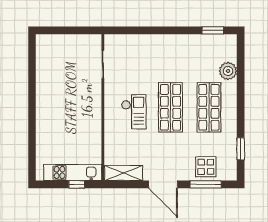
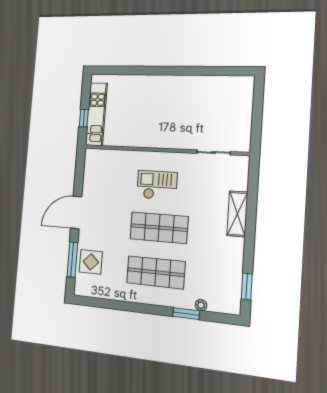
plant: (228, 71) -> (201, 305), width x0.53, depth x0.53
checkout: (134, 112) -> (157, 185), turned 180
window: (241, 149) -> (186, 314), moved
shelving: (124, 173) -> (237, 214), moved

